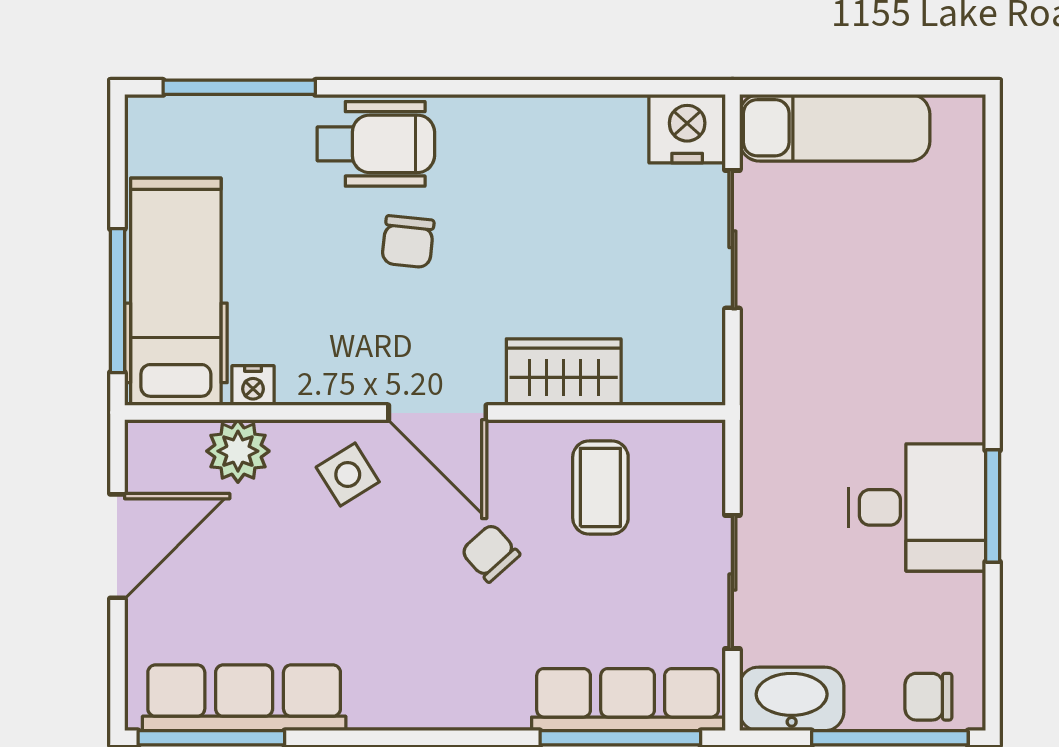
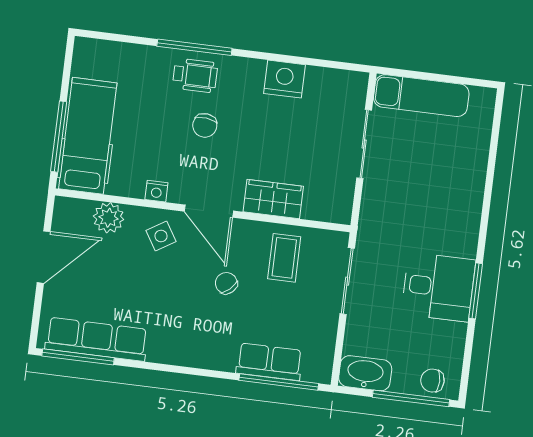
window: (239, 87) -> (194, 47), moved
nightstand: (687, 129) -> (284, 79), moved
wheelchair: (376, 144) -> (195, 75), width x0.73, depth x0.73
nightstand: (253, 386) -> (156, 191), moved
sliding door: (732, 582) -> (347, 281), moved
row of seats: (628, 700) -> (269, 362), width x0.68

